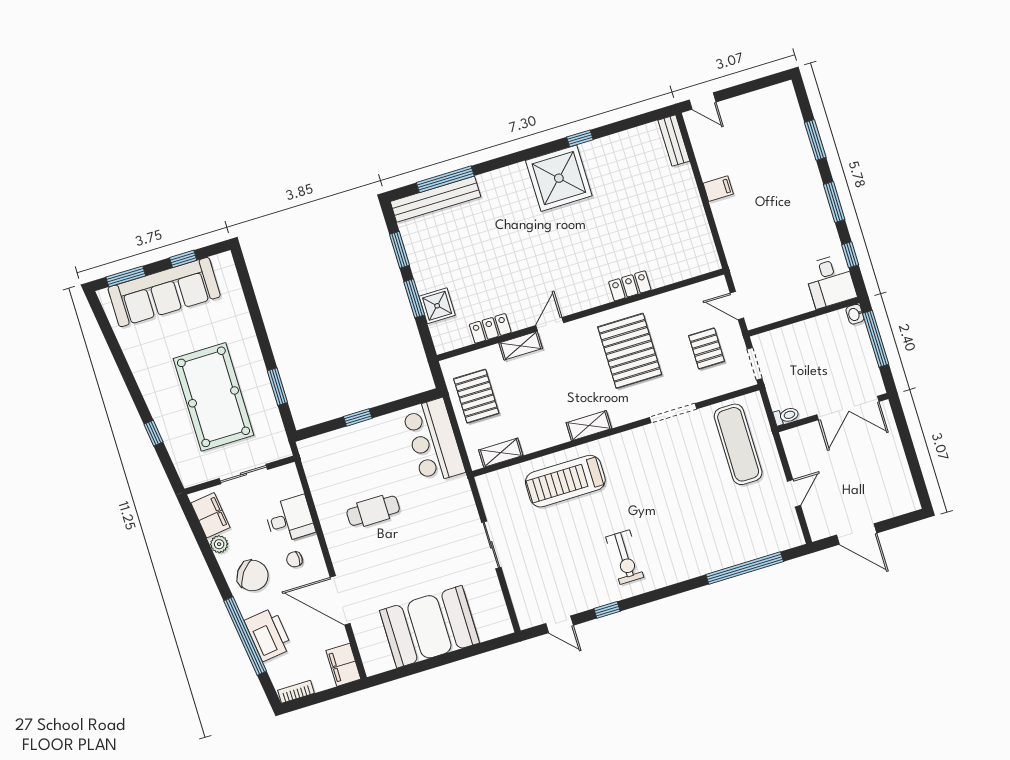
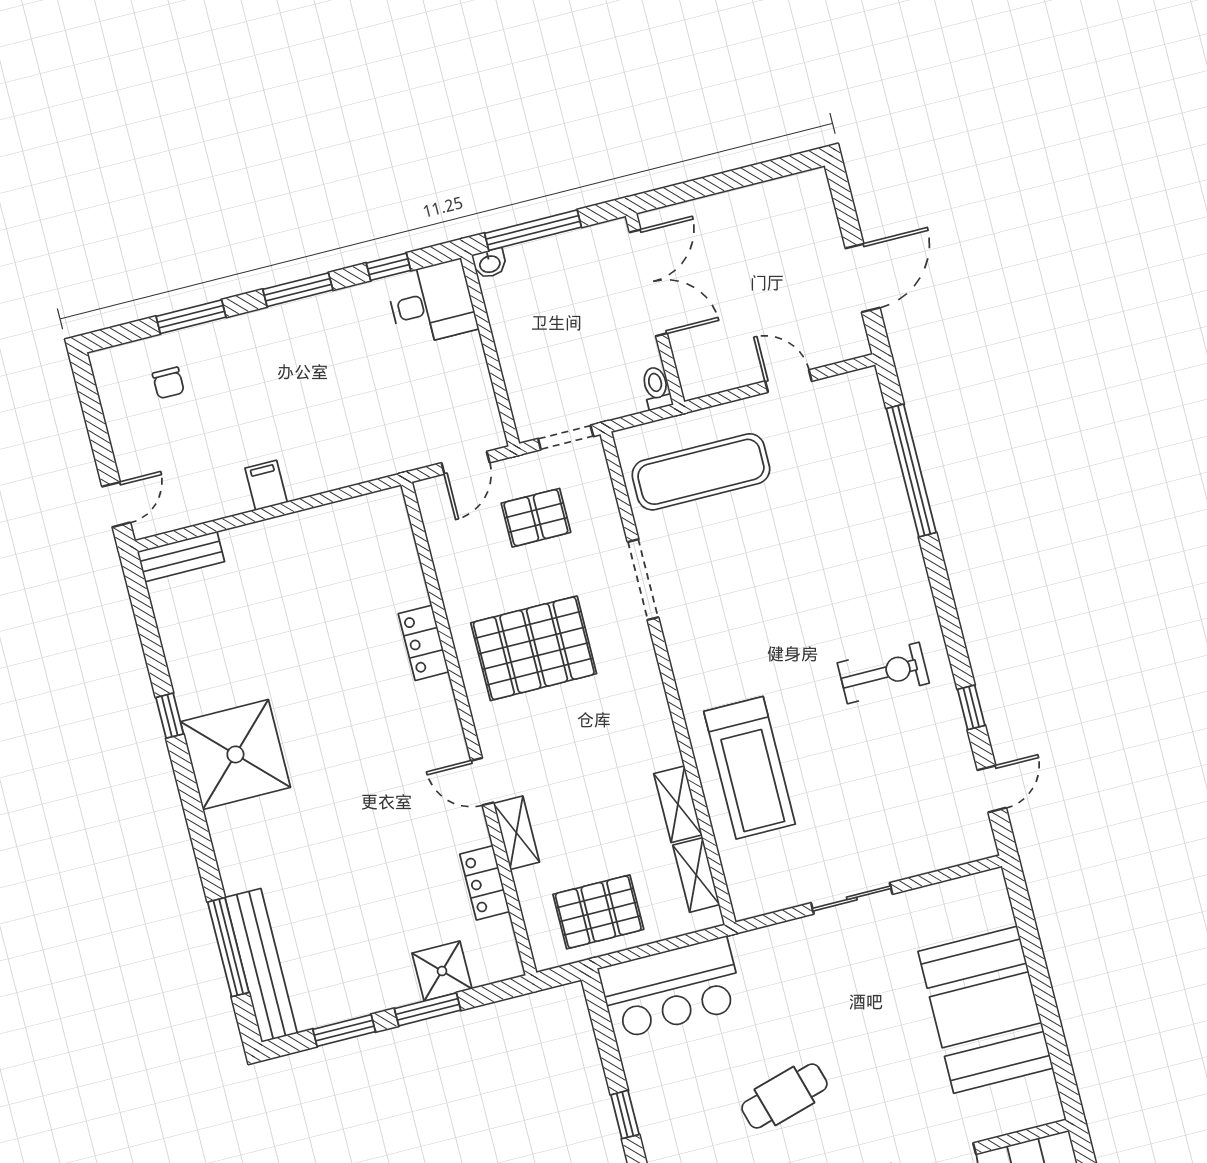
chair: (776, 128) -> (168, 383), added
shelving: (589, 426) -> (678, 804), moved
cafe table: (373, 511) -> (784, 1096), turned 74

